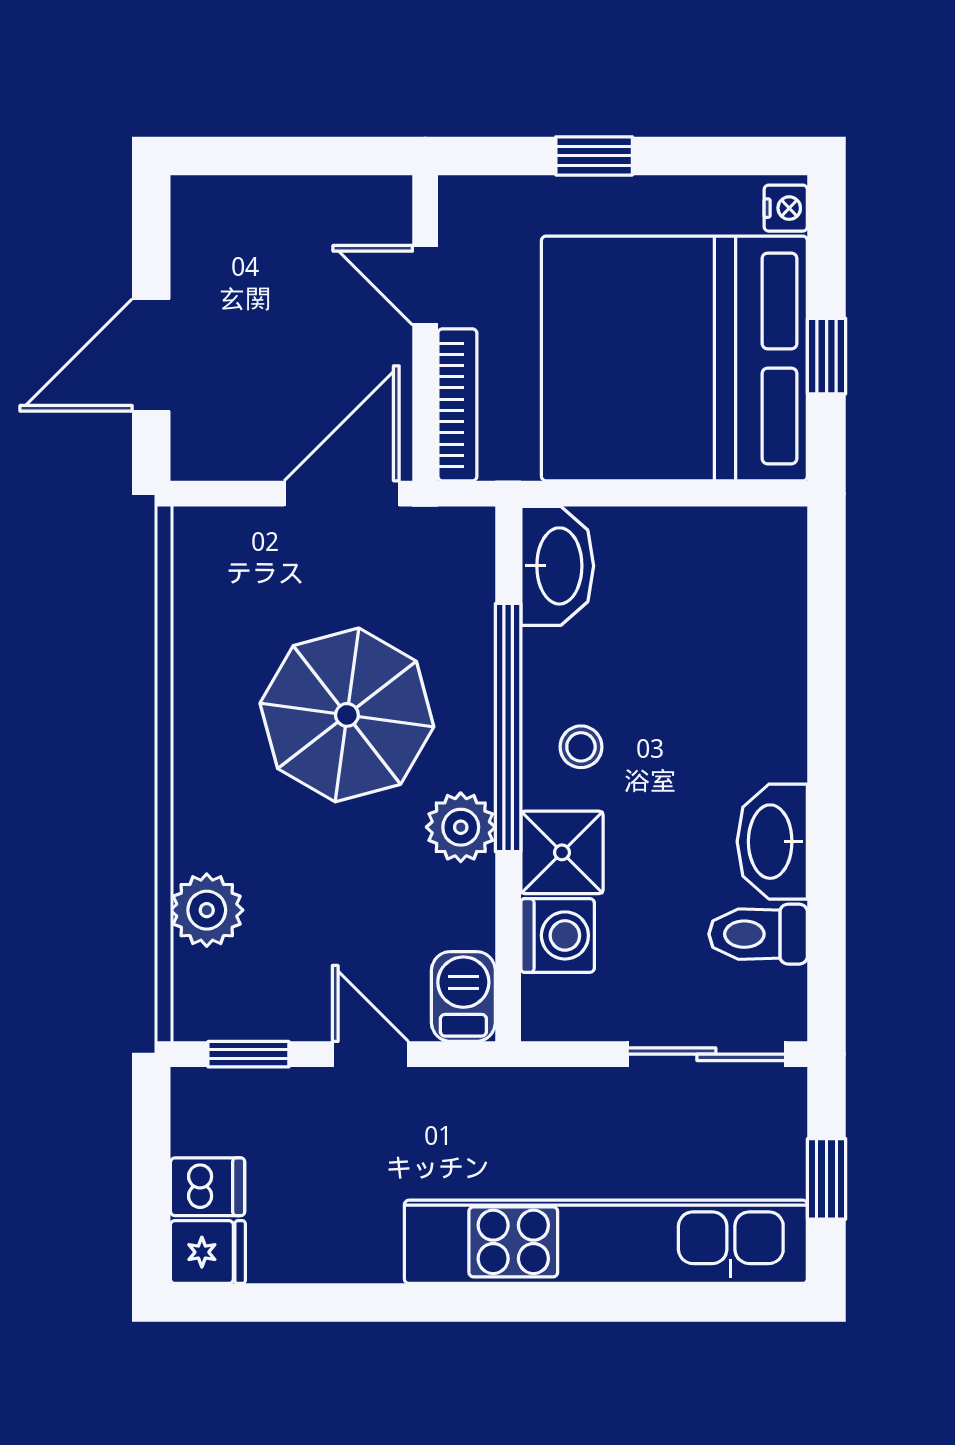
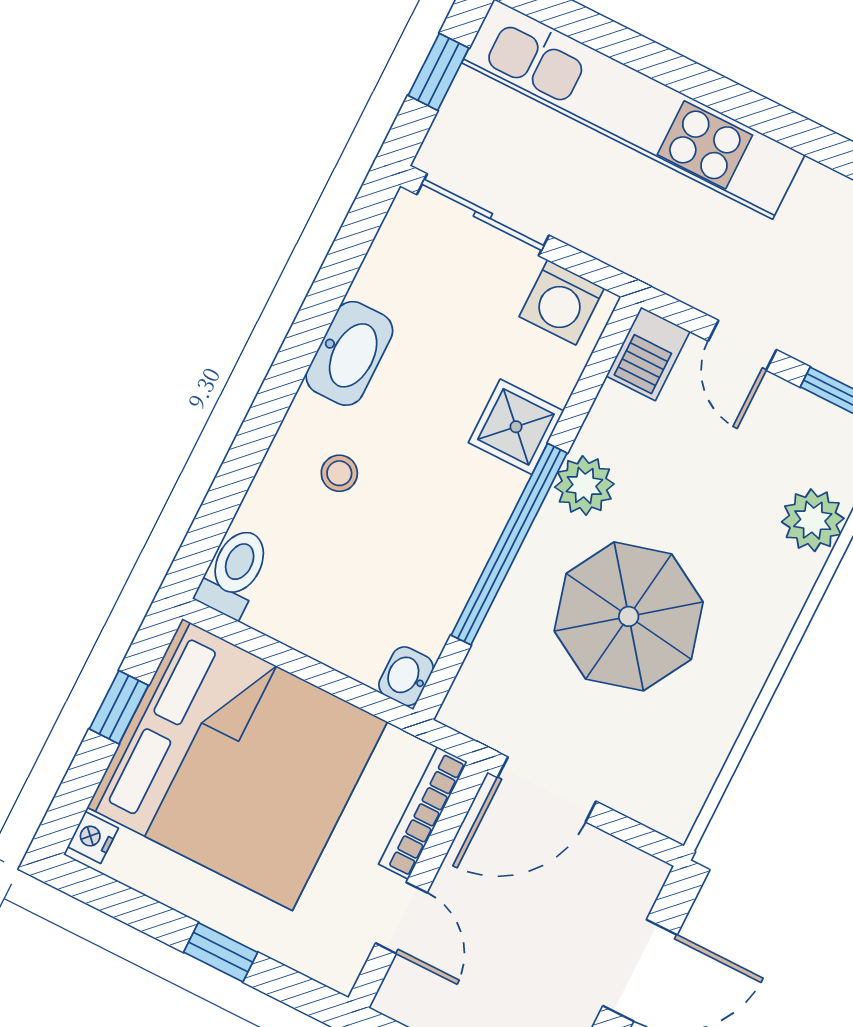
washbasin: (557, 566) -> (406, 676), width x0.52, depth x0.69
stool: (581, 747) -> (339, 473), moved
toilet: (758, 934) -> (234, 572), moved, turned -90
washing machine: (558, 935) -> (562, 302), moved, turned -90

